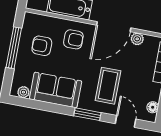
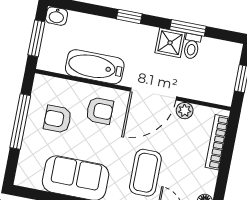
plant: (23, 92) -> (33, 181), removed

